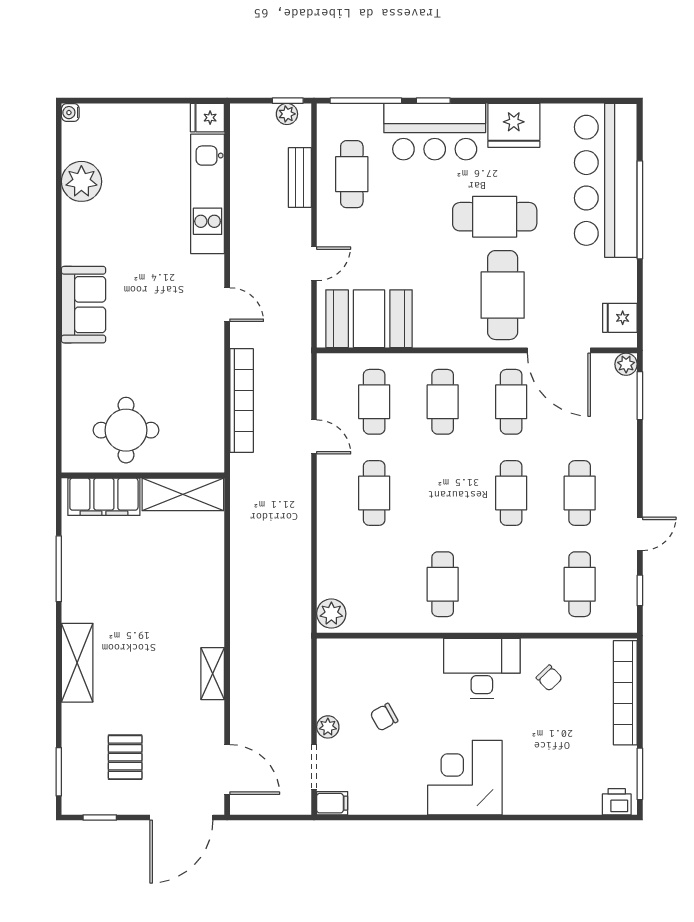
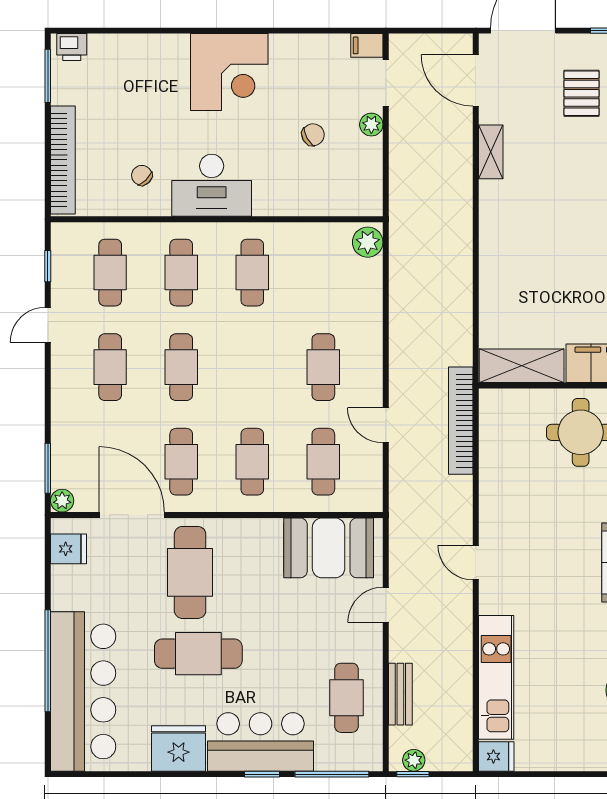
bookcase: (242, 401) -> (461, 421), moved
cafe table: (511, 584) -> (181, 273), added
shelving: (213, 674) -> (491, 152), moved

